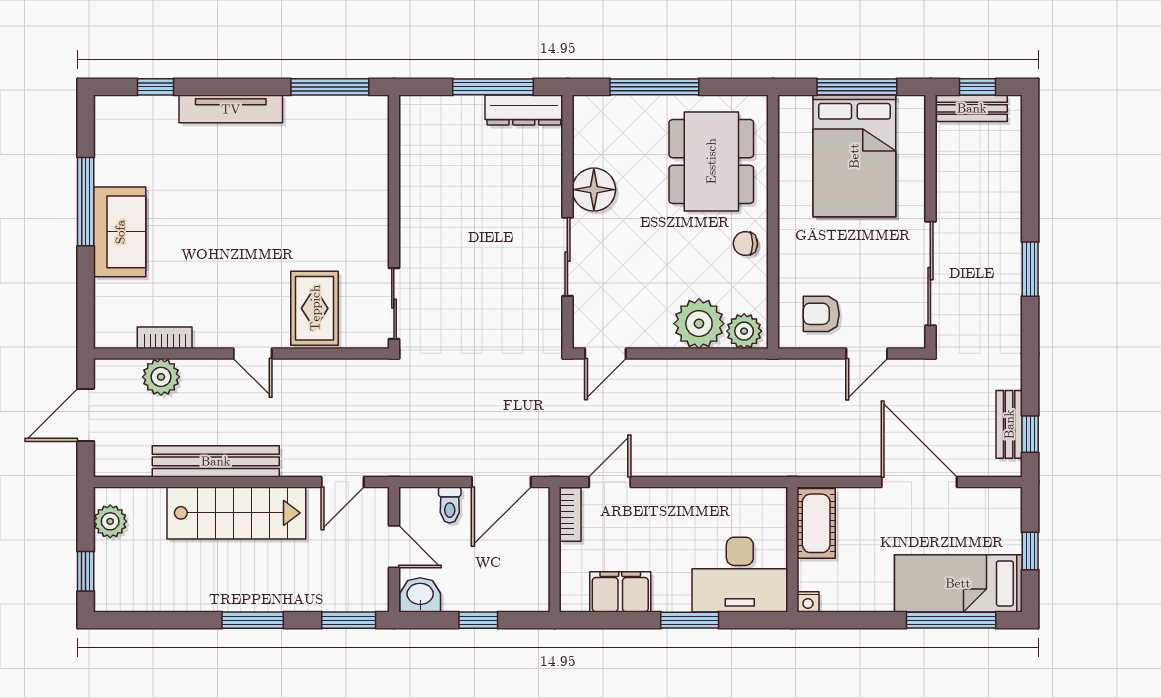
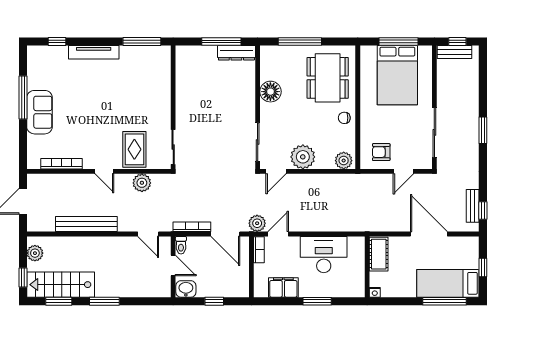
sliding door: (567, 257) -> (258, 142), moved
plant: (699, 324) -> (303, 157), moved
bookcase: (165, 338) -> (62, 164), width x1.56
plant: (161, 377) -> (142, 183), moved
plant: (566, 460) -> (257, 223), added
bookcase: (432, 467) -> (192, 227), added
door: (343, 482) -> (148, 234), hinge flipped
door: (501, 482) -> (225, 234), hinge flipped
toilet: (450, 505) -> (181, 245), moved
stairs: (236, 513) -> (61, 285), moved, turned 180
desk: (740, 575) -> (324, 255), moved, turned 180
window: (349, 620) -> (59, 301), moved

